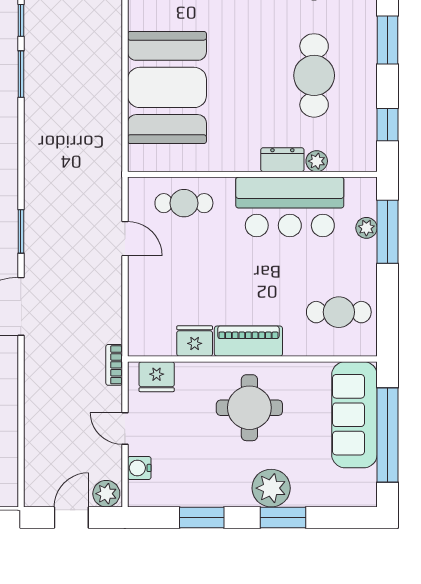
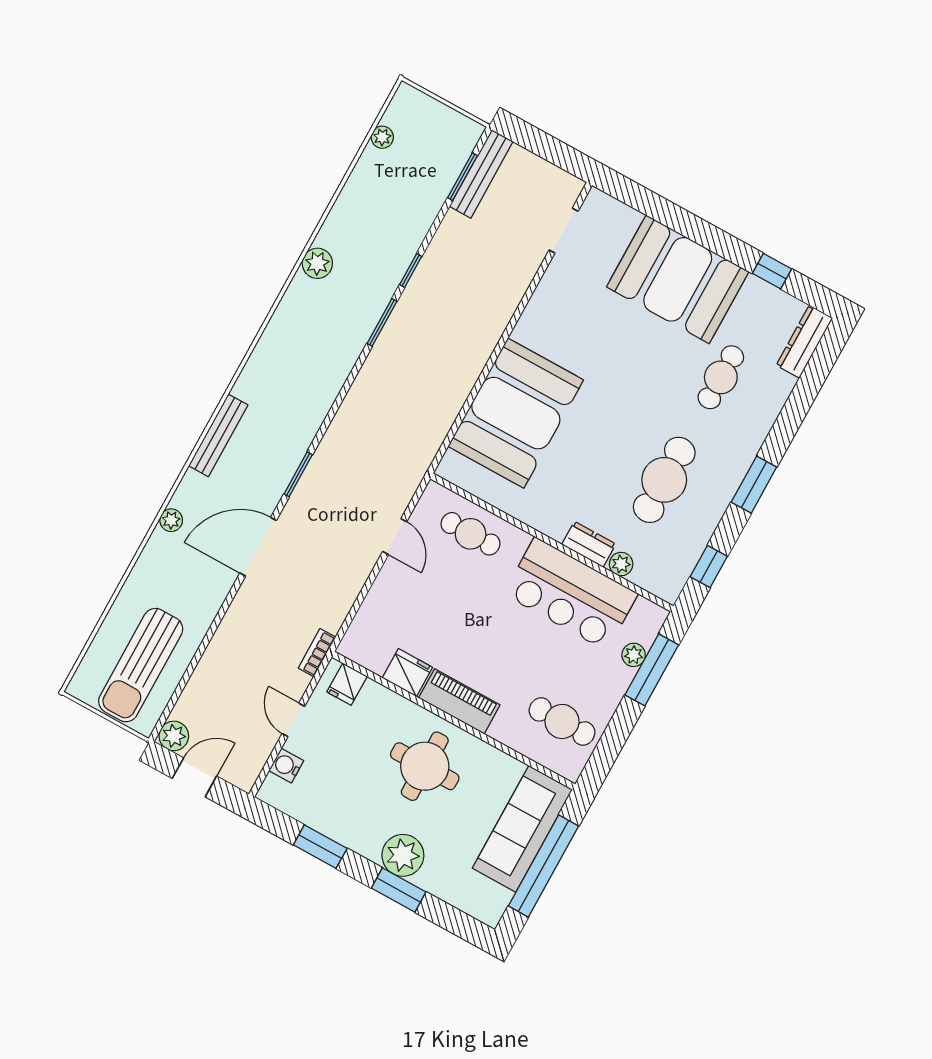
fridge: (157, 377) -> (347, 684), width x0.72
plant: (106, 494) -> (174, 736), moved

